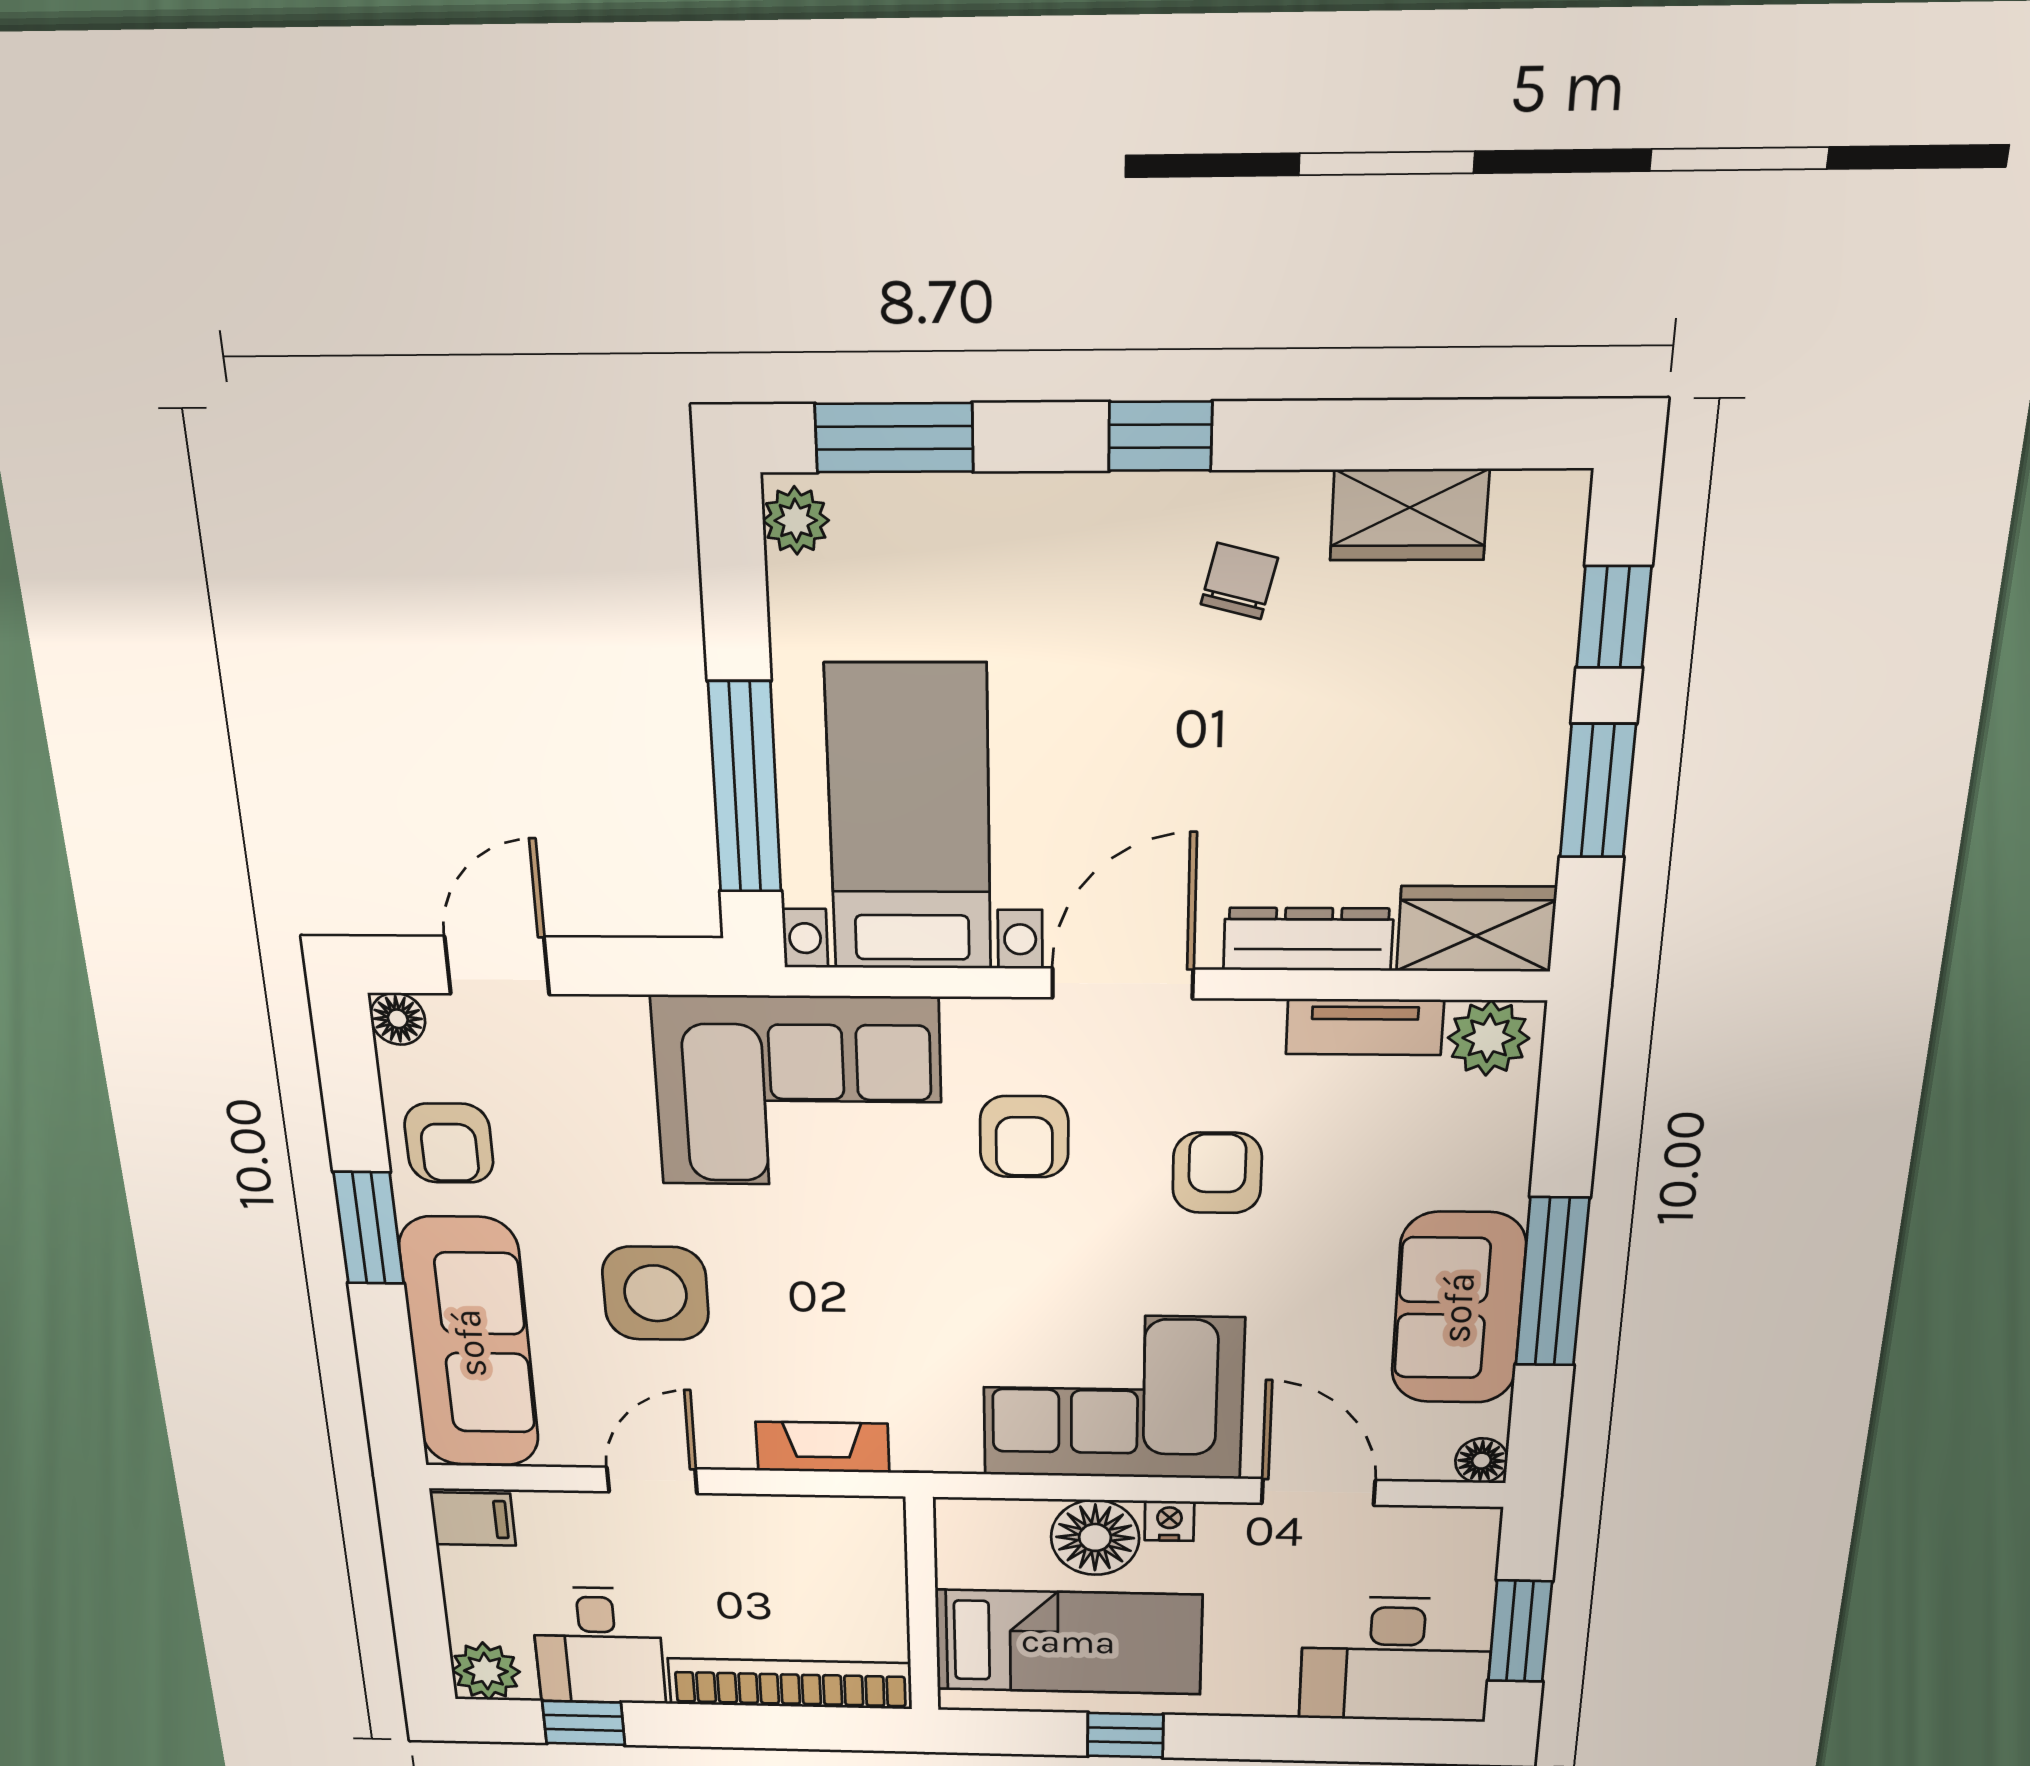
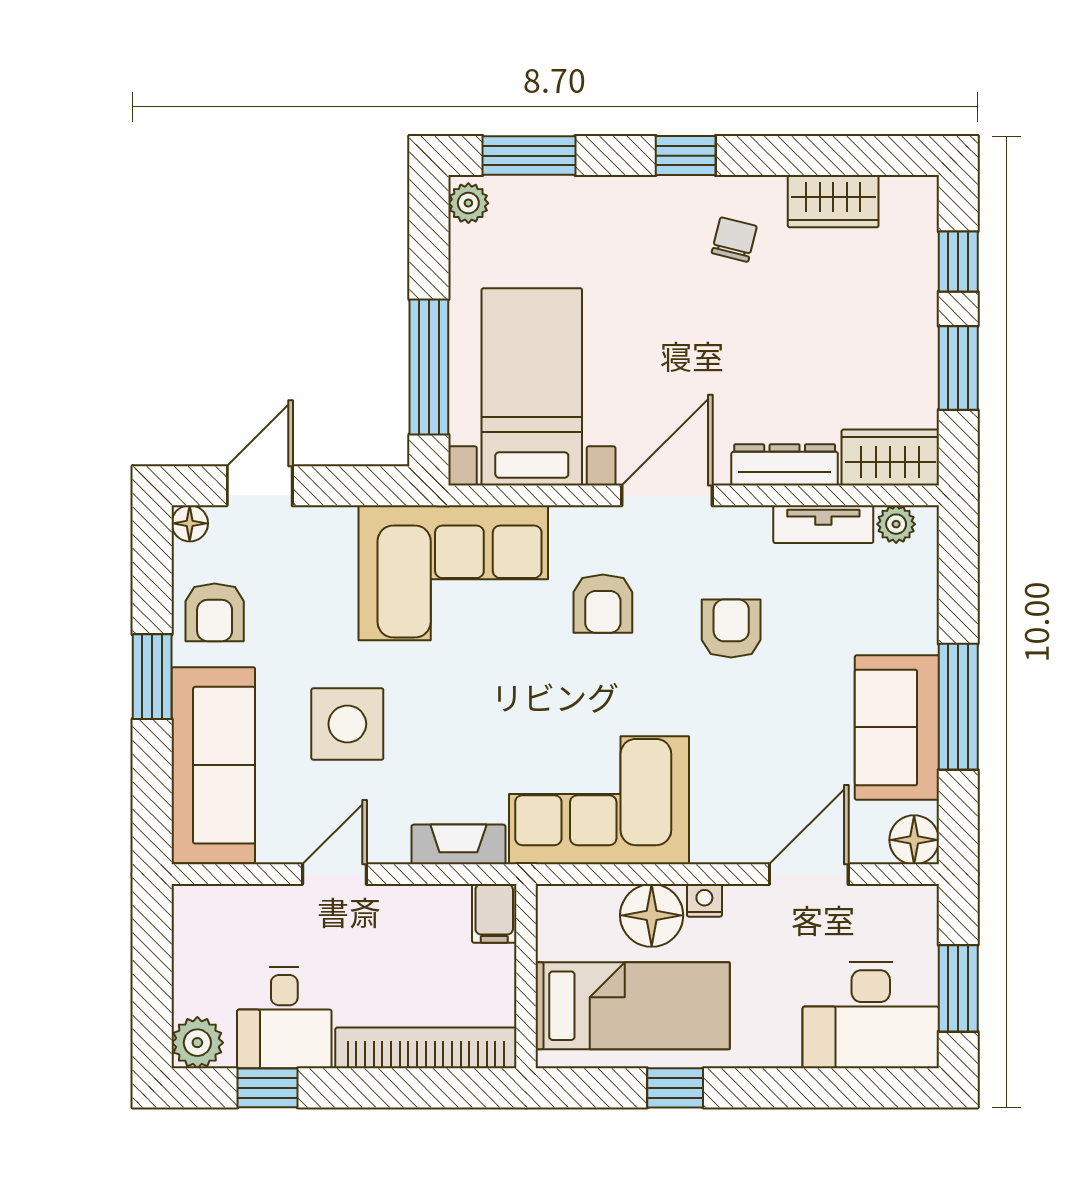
plant: (1489, 1038) -> (896, 524), width x0.73, depth x0.73
corner sofa: (1113, 1397) -> (599, 800), moved
floor lamp: (1481, 1461) -> (914, 840), width x1.37, depth x1.37
door: (1318, 1492) -> (809, 874), hinge flipped
filing cabinet: (473, 1519) -> (494, 913), moved, turned 90

